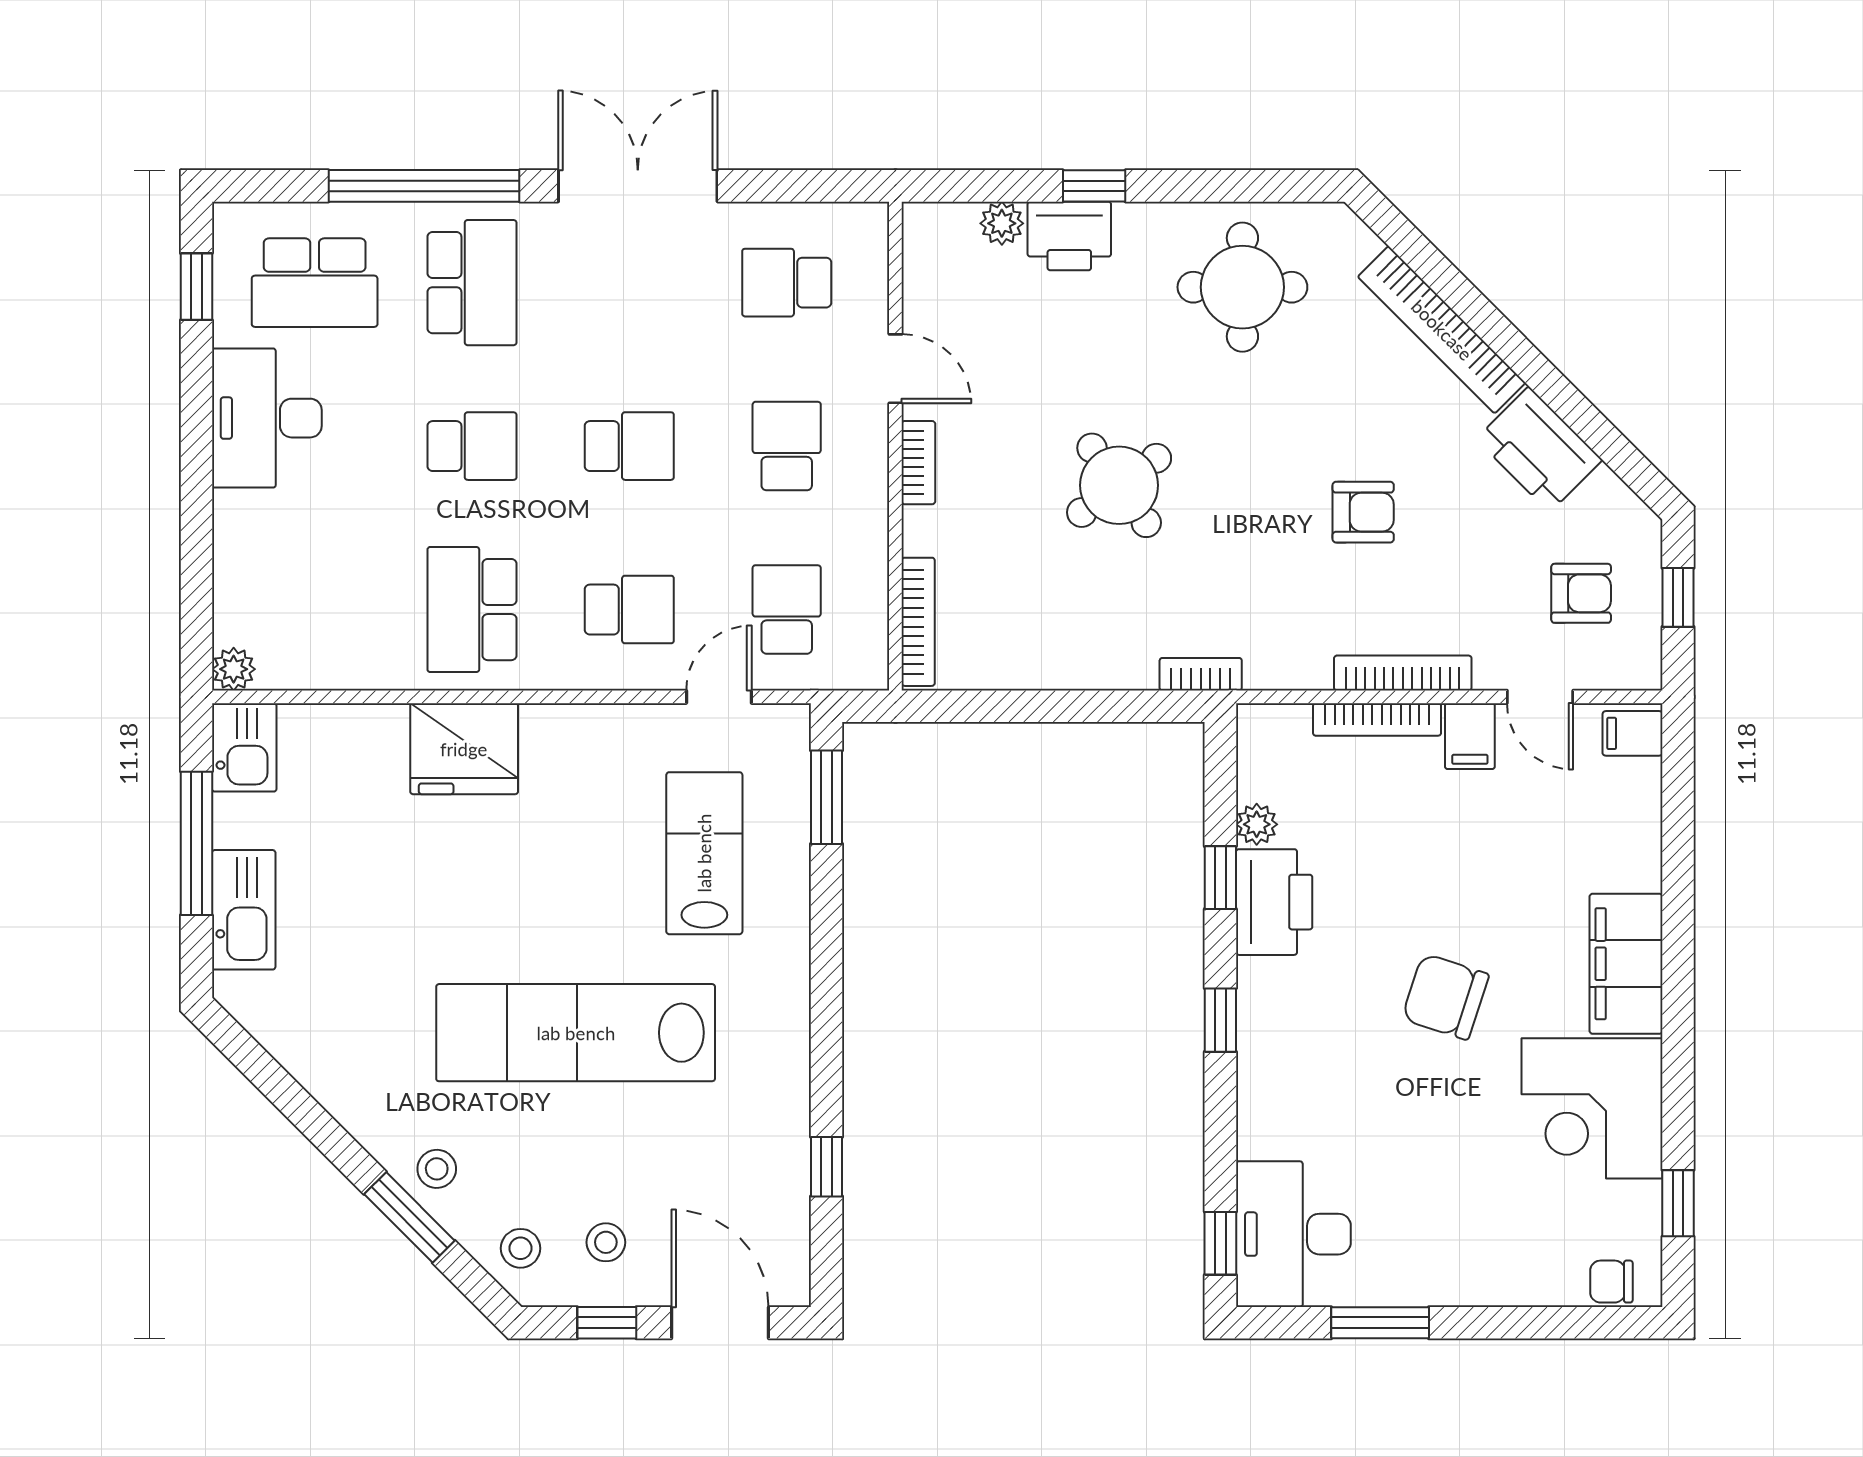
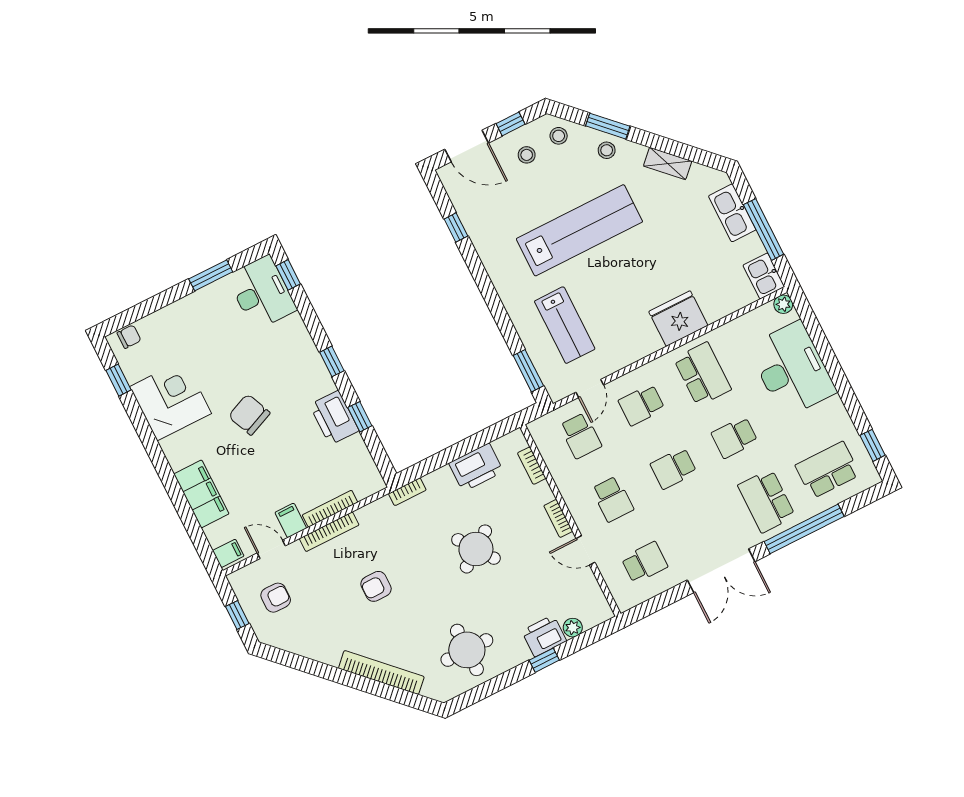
desk: (267, 418) -> (792, 369), moved, width x1.36, depth x1.30
printer: (1539, 449) -> (476, 467), moved, turned 135
armchair: (1581, 593) -> (276, 598), turned 180
bookcase: (918, 622) -> (532, 466), width x0.64
plant: (1257, 824) -> (356, 444), removed
filing cabinet: (1626, 964) -> (201, 494), moved
chair: (1445, 997) -> (249, 415), turned -131
shelving: (325, 1078) -> (668, 163), added

